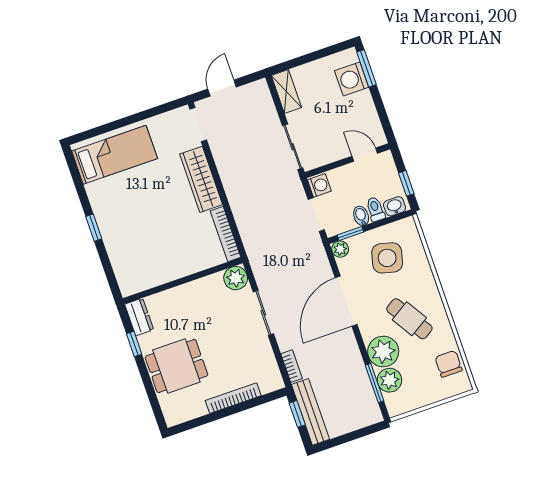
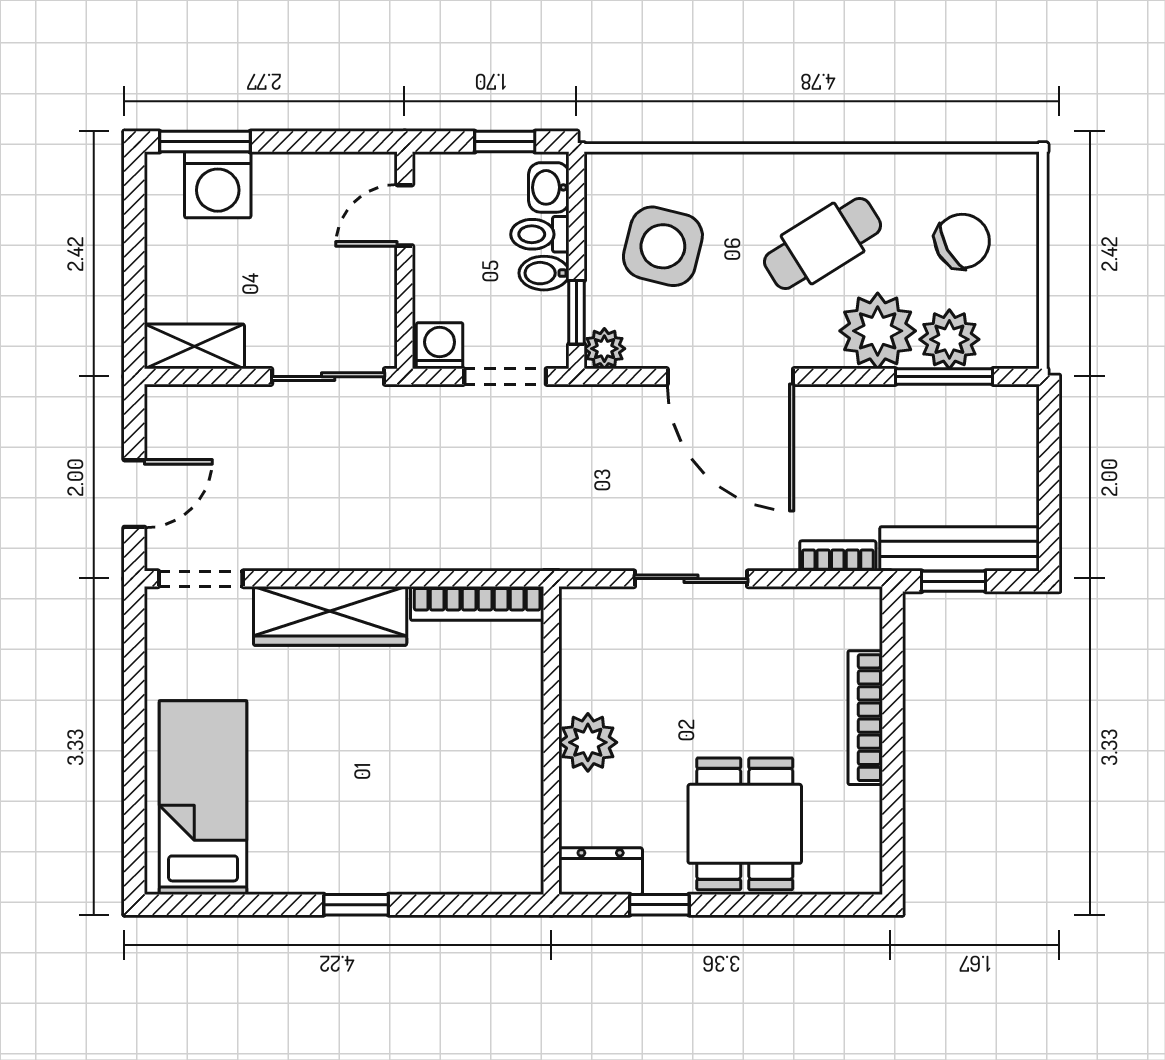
door: (222, 88) -> (134, 494), swing flipped
plant: (236, 278) -> (588, 742), moved
chair: (448, 364) -> (962, 241), moved, turned 151

